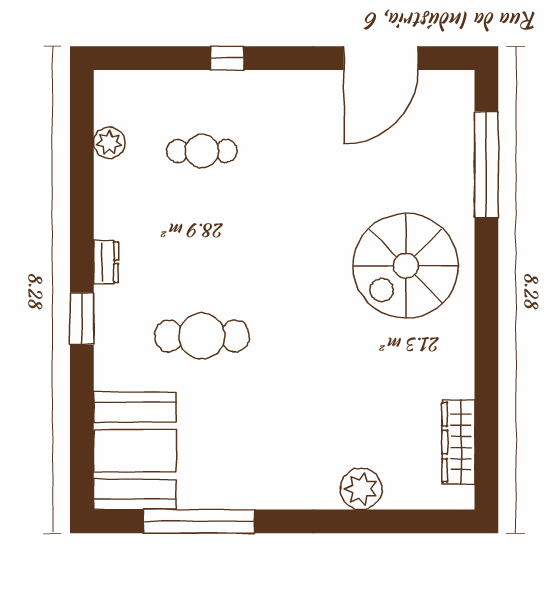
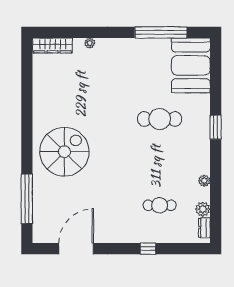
plant: (106, 204) -> (204, 181), added
dresser: (106, 262) -> (204, 228), moved
wardrobe: (458, 442) -> (53, 46), moved, turned 90
plant: (361, 489) -> (90, 43), width x0.53, depth x0.53

